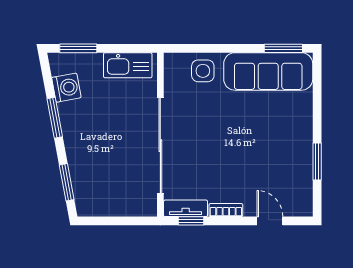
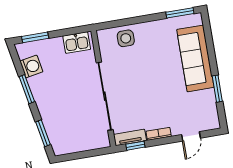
kitchen sink: (128, 65) -> (77, 43), width x0.73
sofa: (268, 71) -> (195, 58), moved, turned 90
door: (270, 221) -> (191, 136), swing flipped

